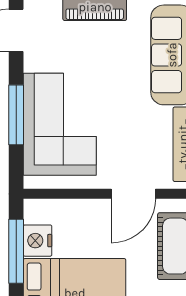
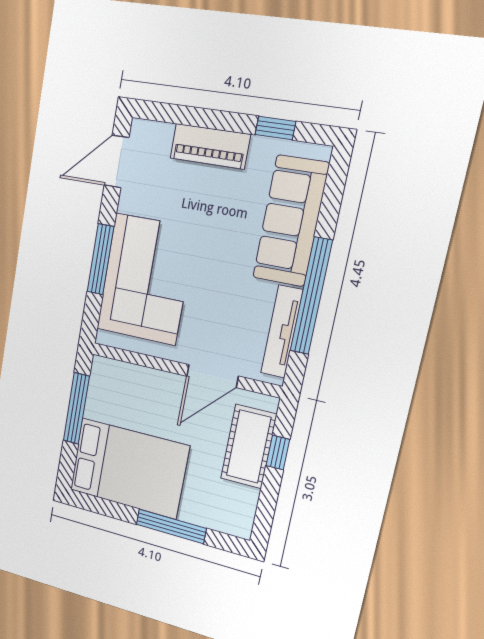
nightstand: (38, 241) -> (100, 403), removed

